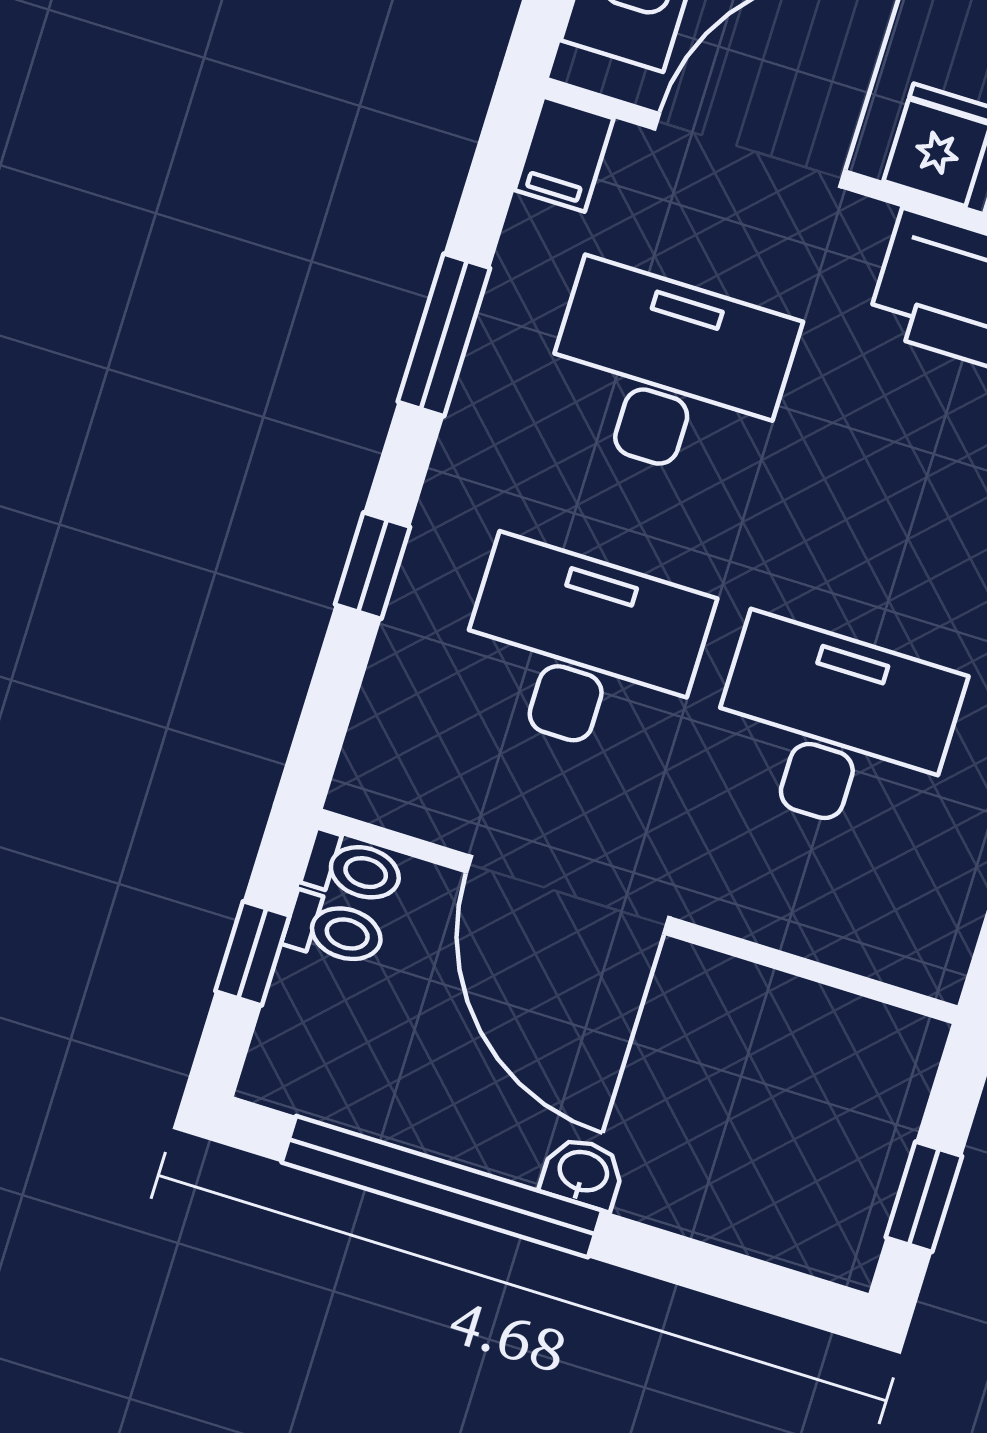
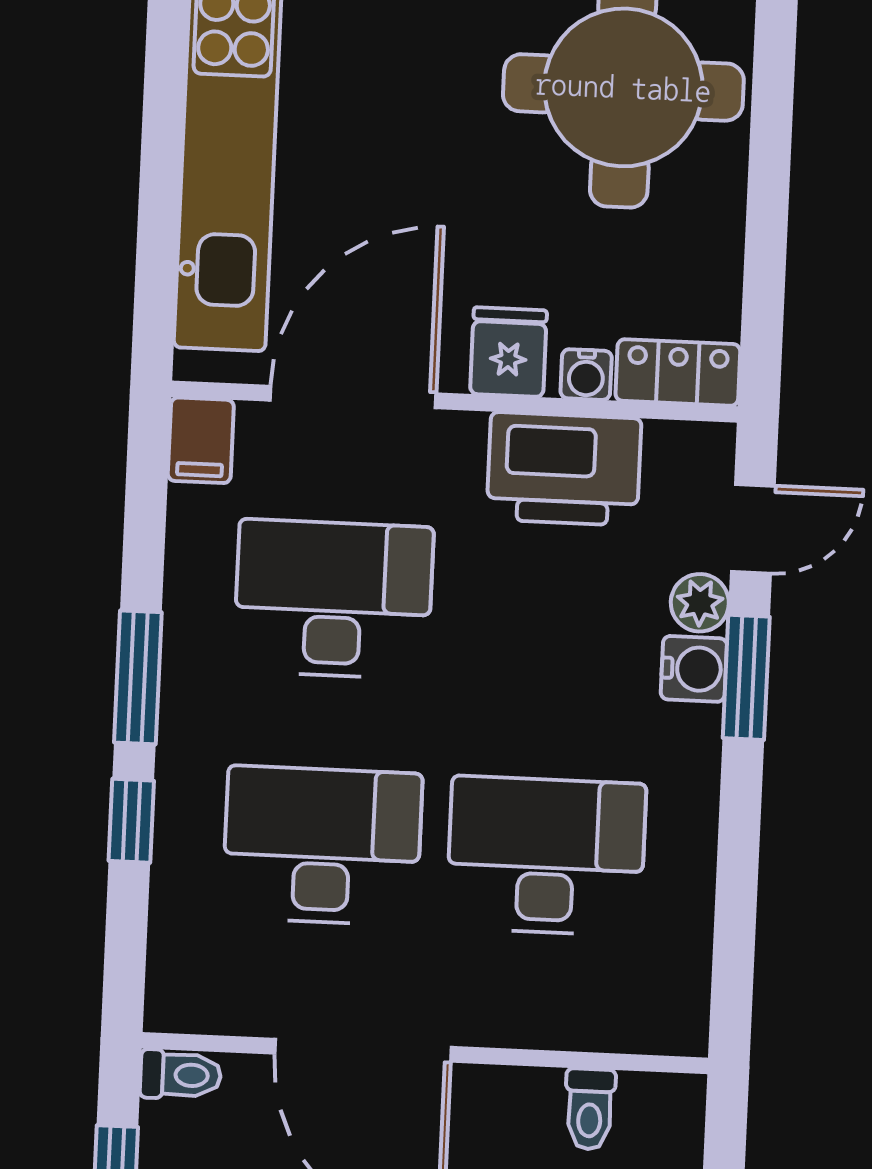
window: (444, 335) -> (138, 677), moved
toilet: (335, 930) -> (590, 1109), moved, turned 90

